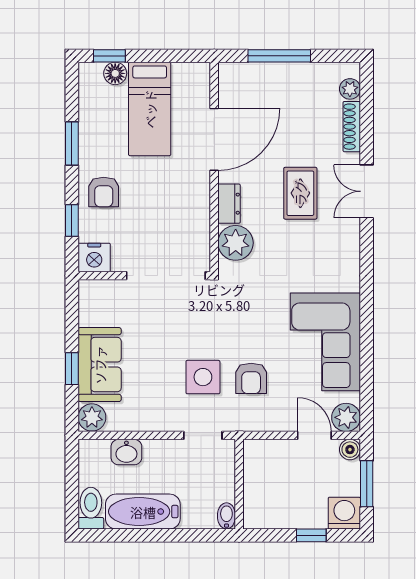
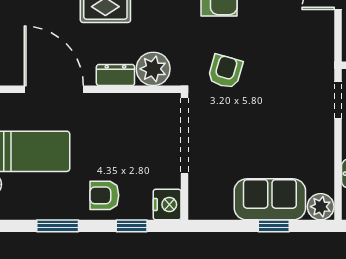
armchair: (104, 192) -> (104, 195), turned 180
side table: (203, 377) -> (282, 100), removed
armchair: (251, 378) -> (225, 72), moved, turned -74

